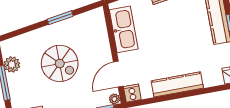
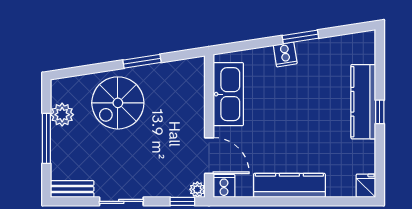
spiral stairs: (60, 63) -> (118, 103), moved, turned 90
door: (118, 74) -> (209, 156), swing flipped

